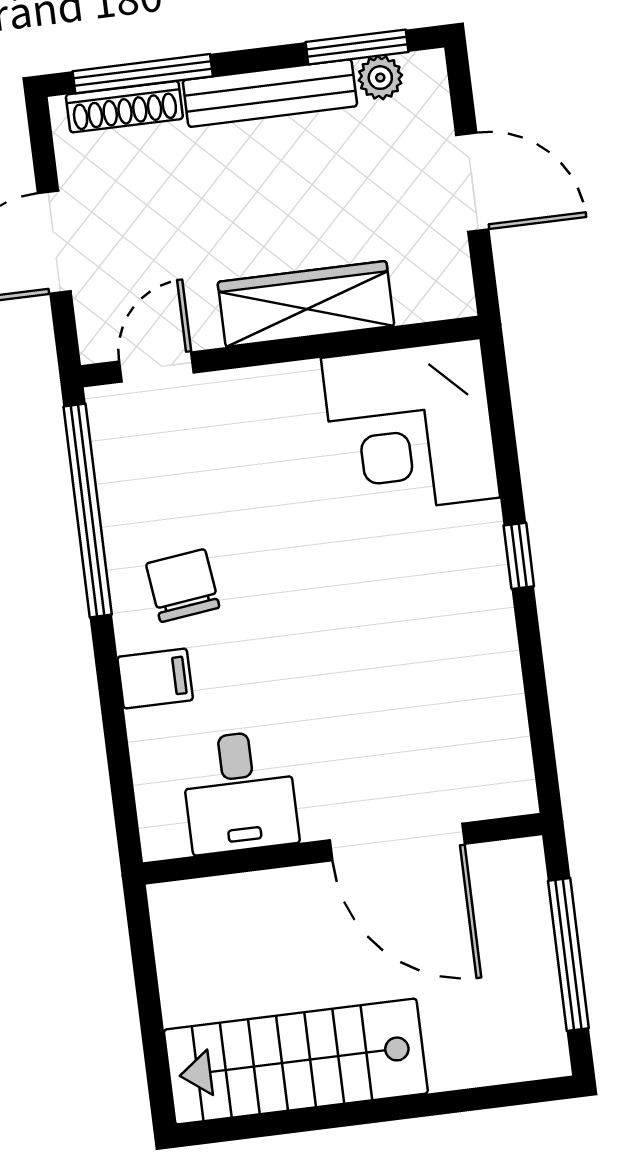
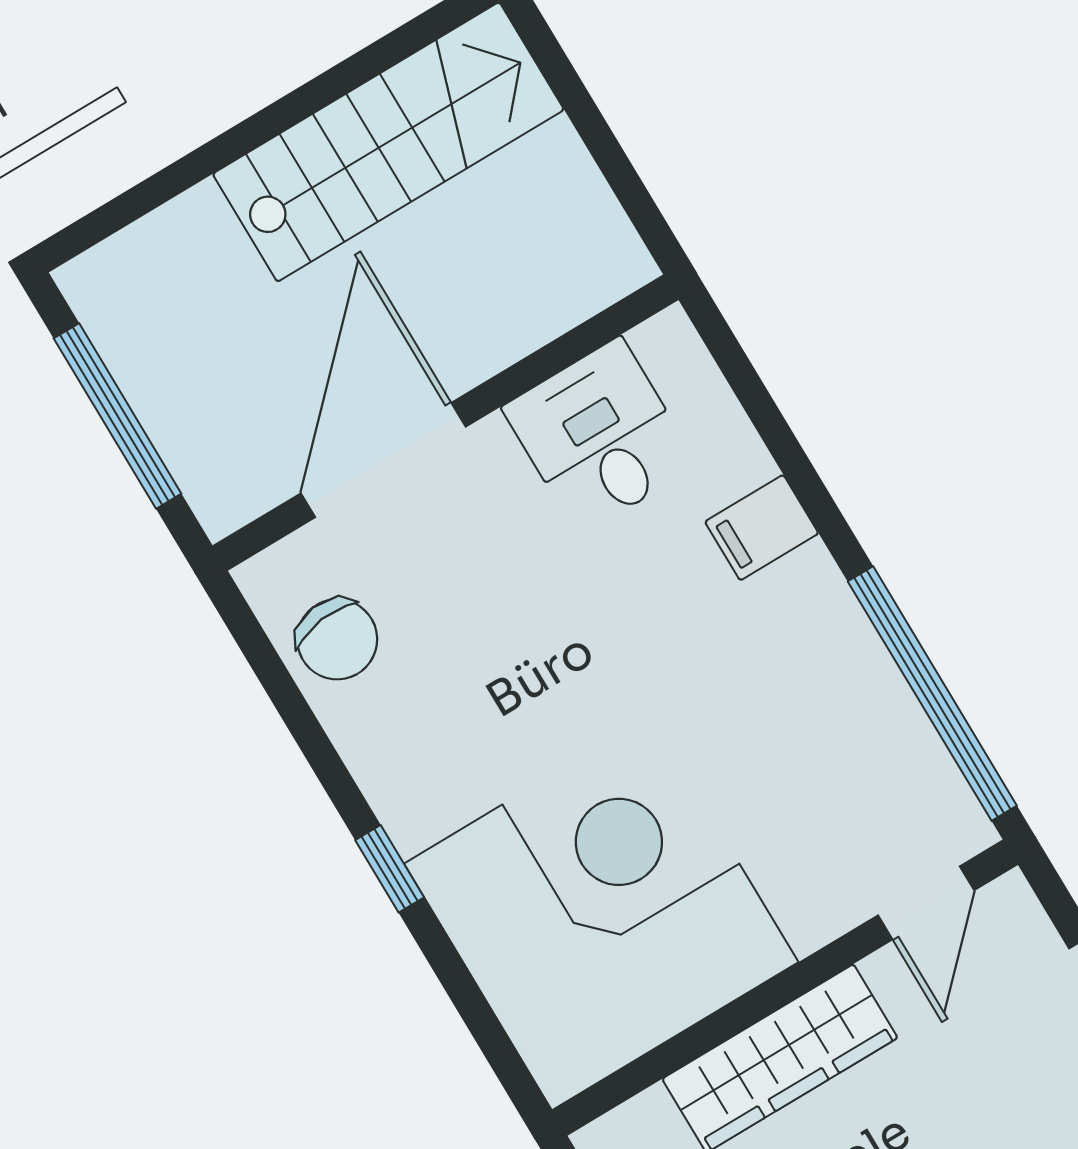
corner desk: (411, 428) -> (601, 913), width x1.36, depth x1.36
chair: (183, 586) -> (337, 639), moved
door: (397, 842) -> (383, 460), hinge flipped

